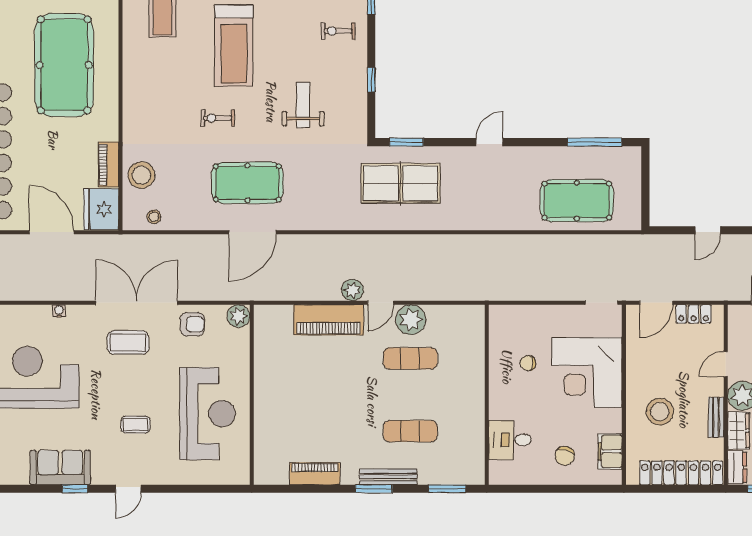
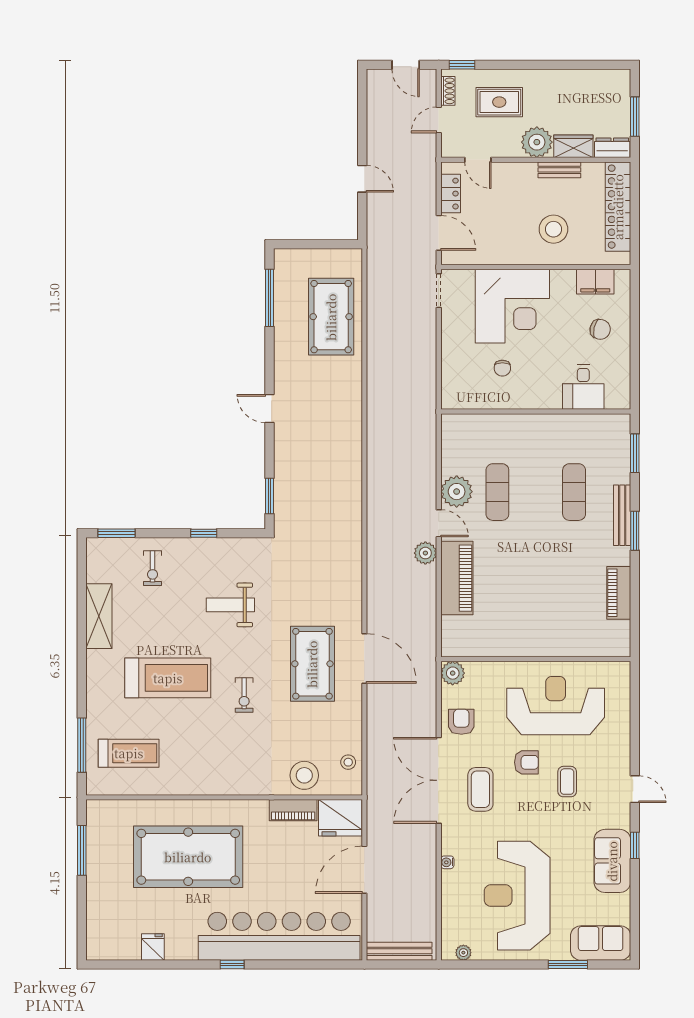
table tennis table: (401, 183) -> (313, 502), removed
door: (726, 364) -> (478, 160), moved
armchair: (154, 386) -> (526, 762), added

